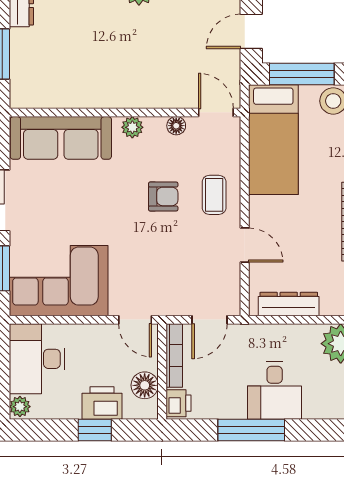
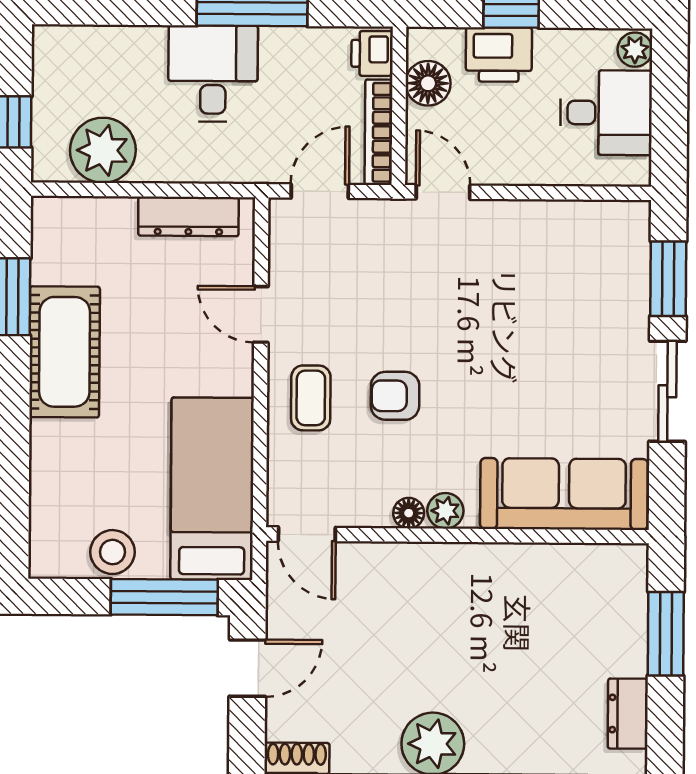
floor lamp: (176, 126) -> (409, 513), moved
corner sofa: (59, 281) -> (569, 258), removed
desk: (37, 359) -> (606, 113), width x0.73

